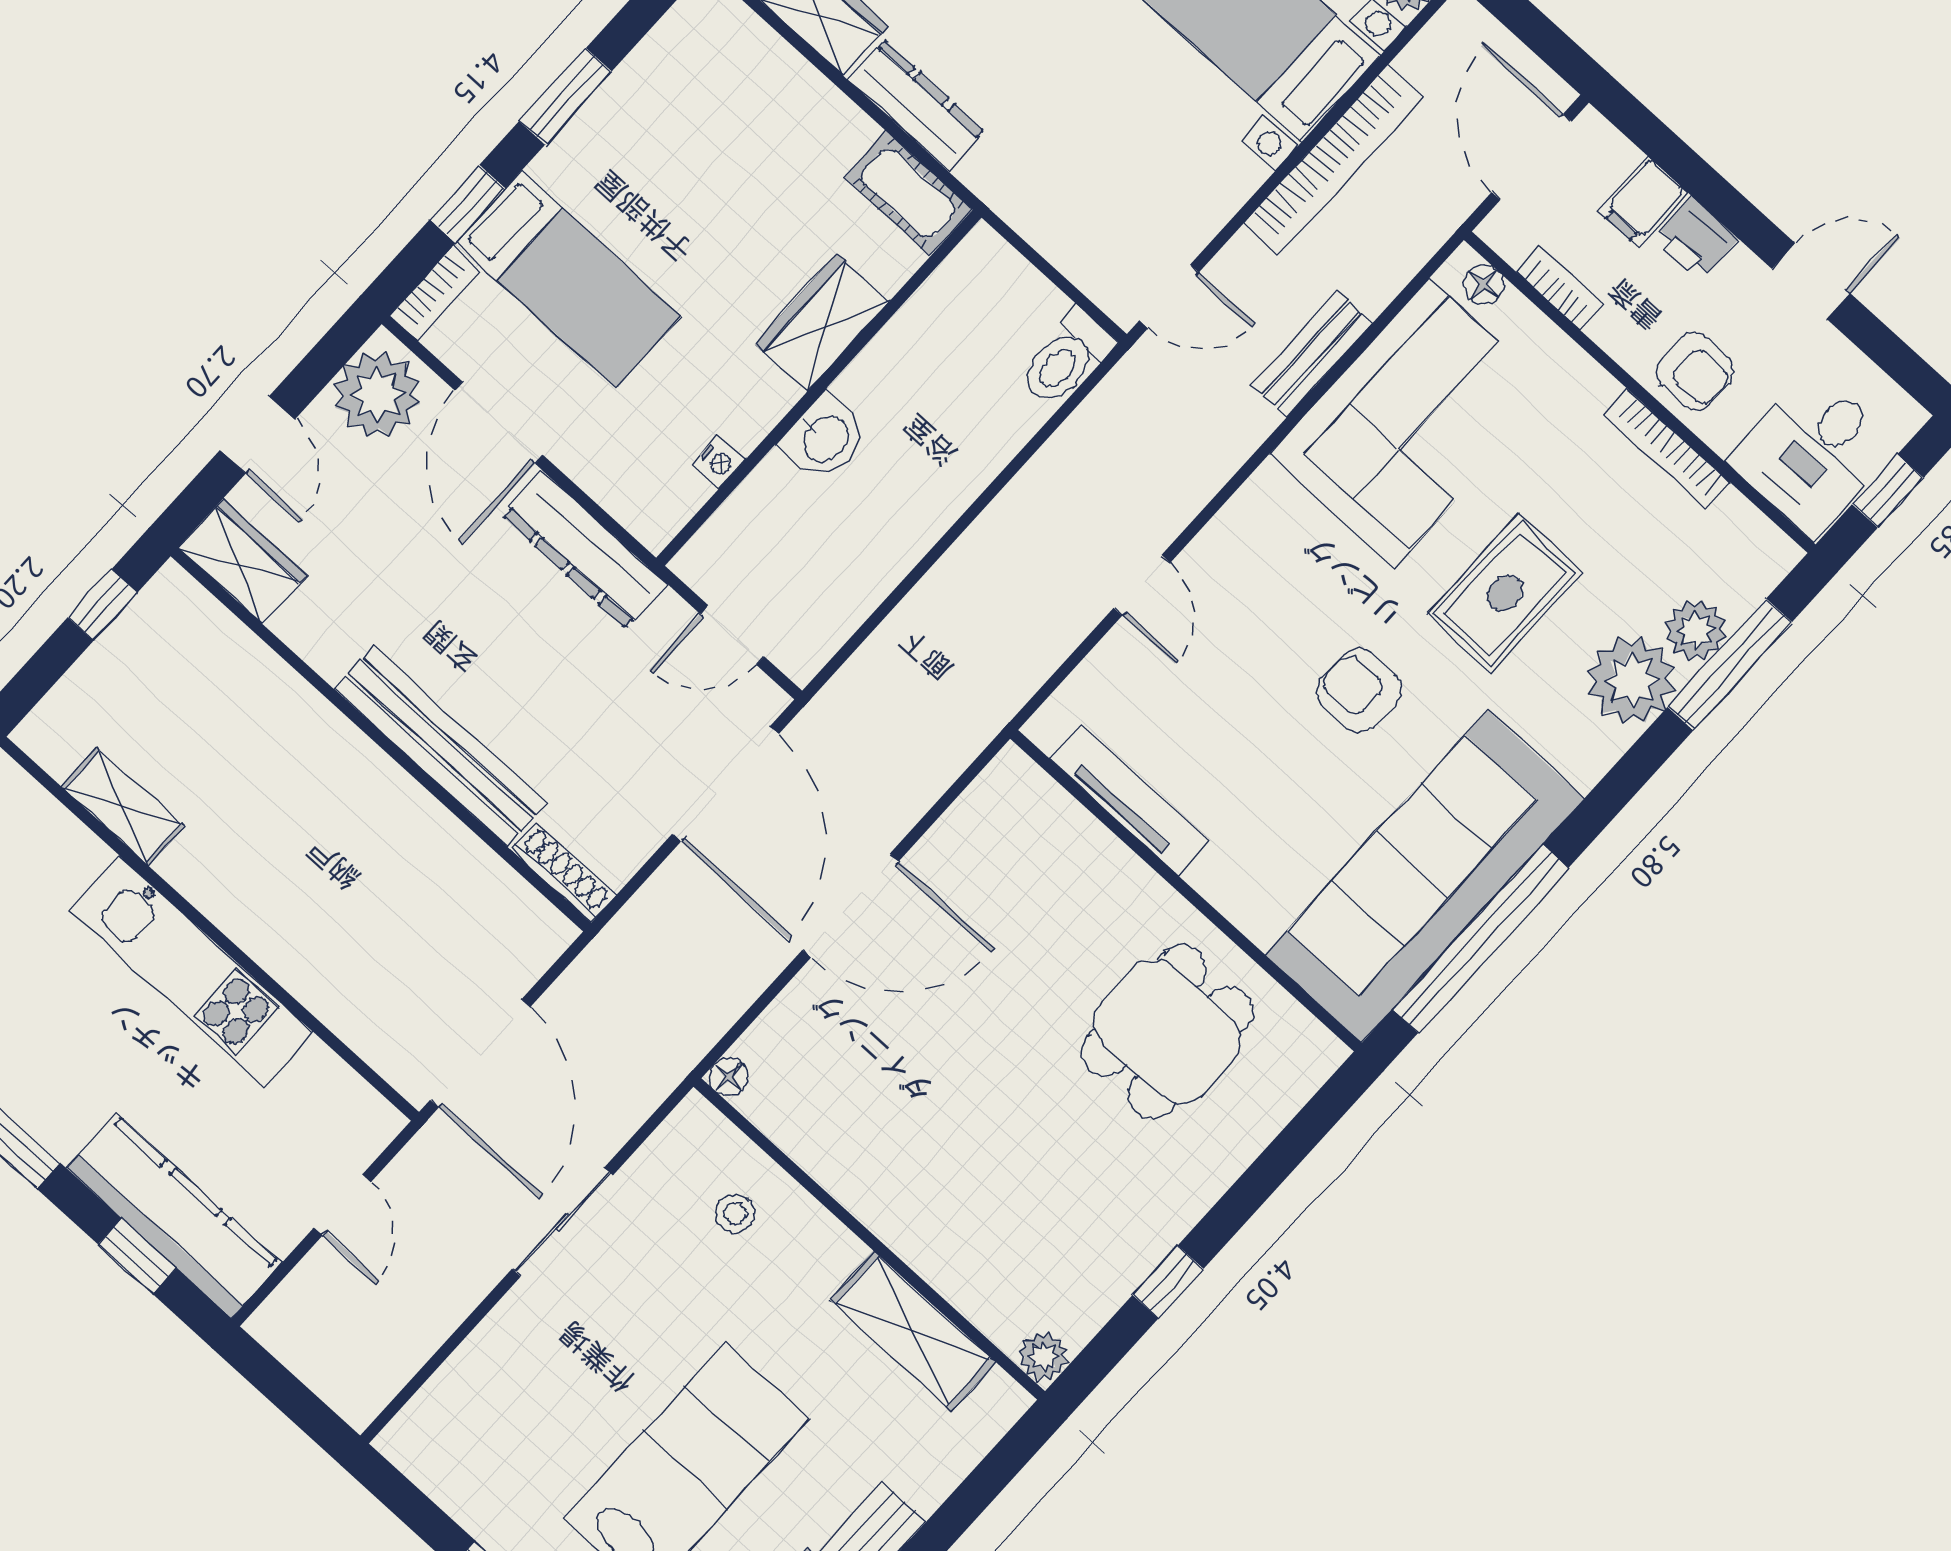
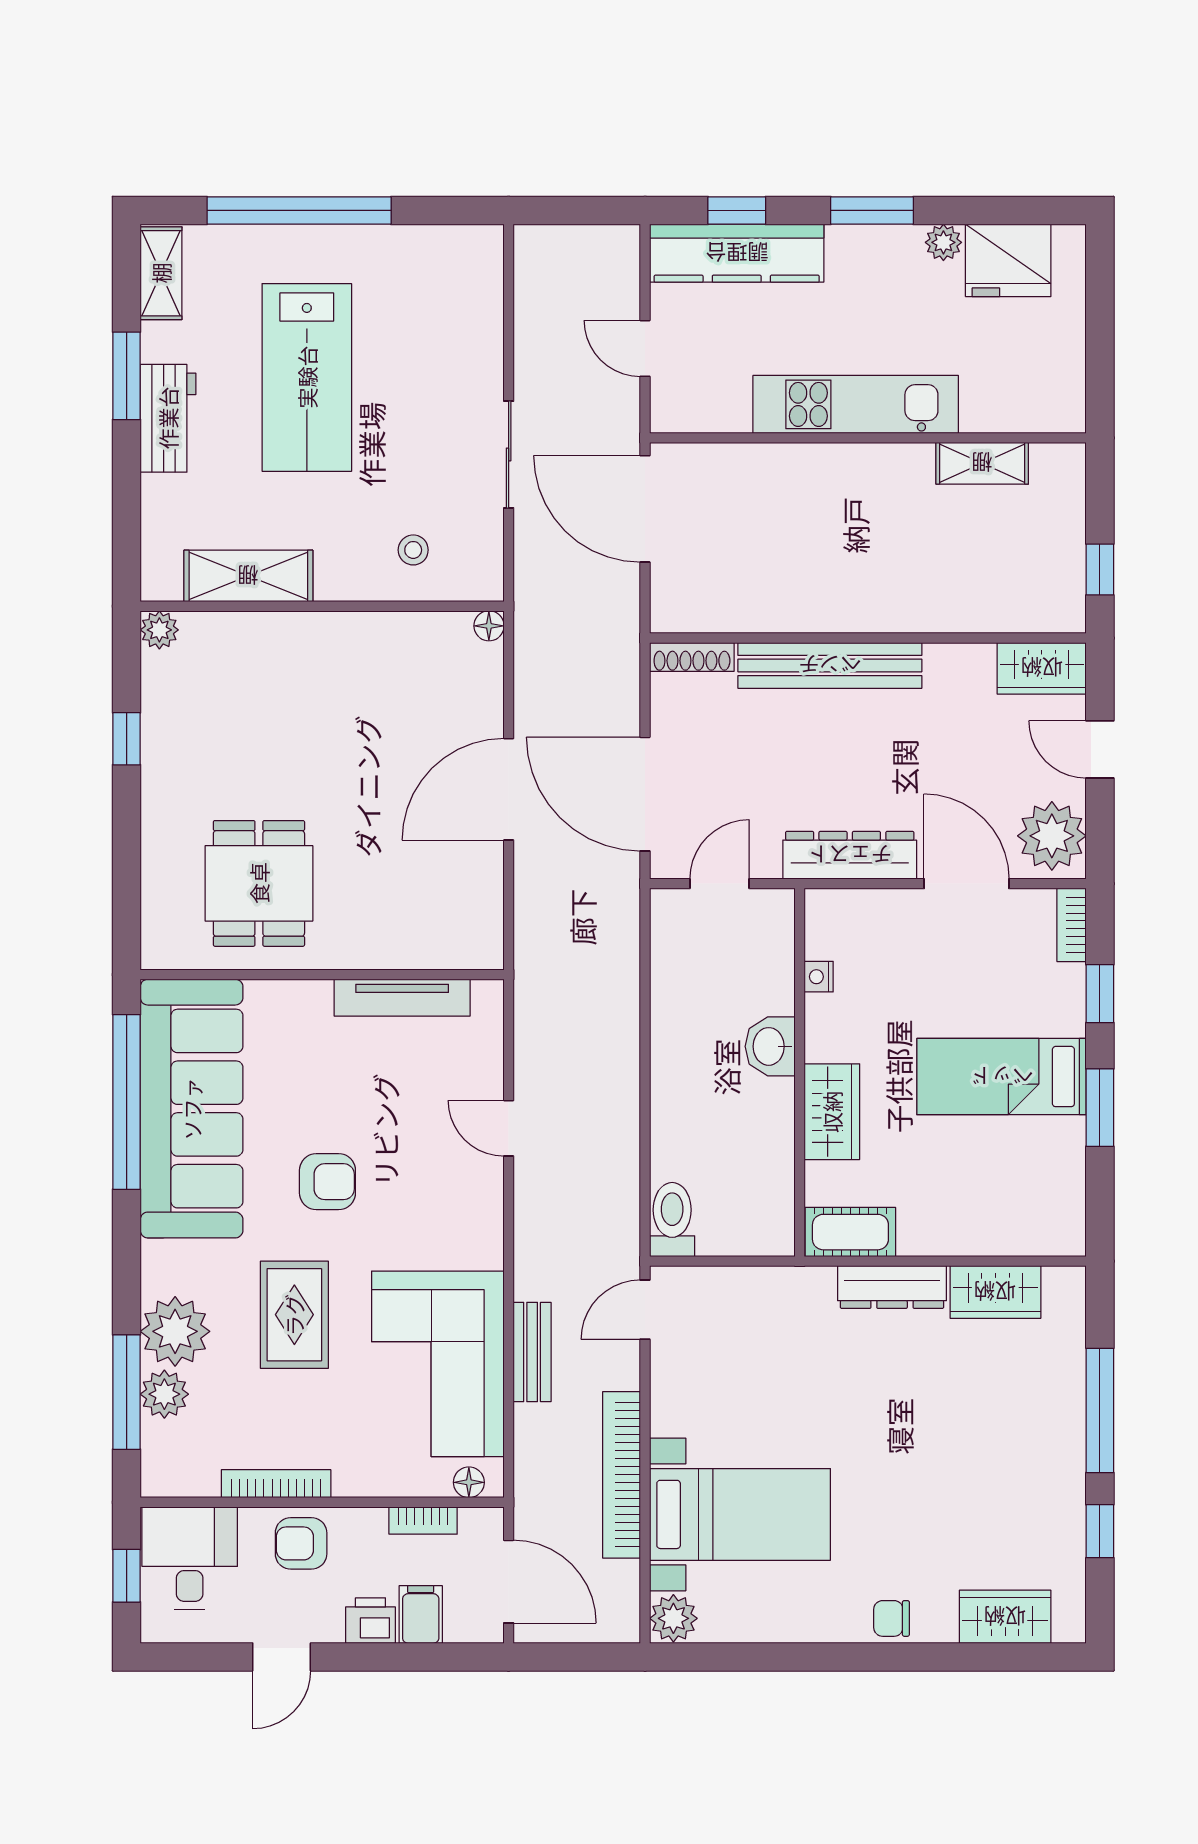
bed: (569, 280) -> (1002, 1077), moved

